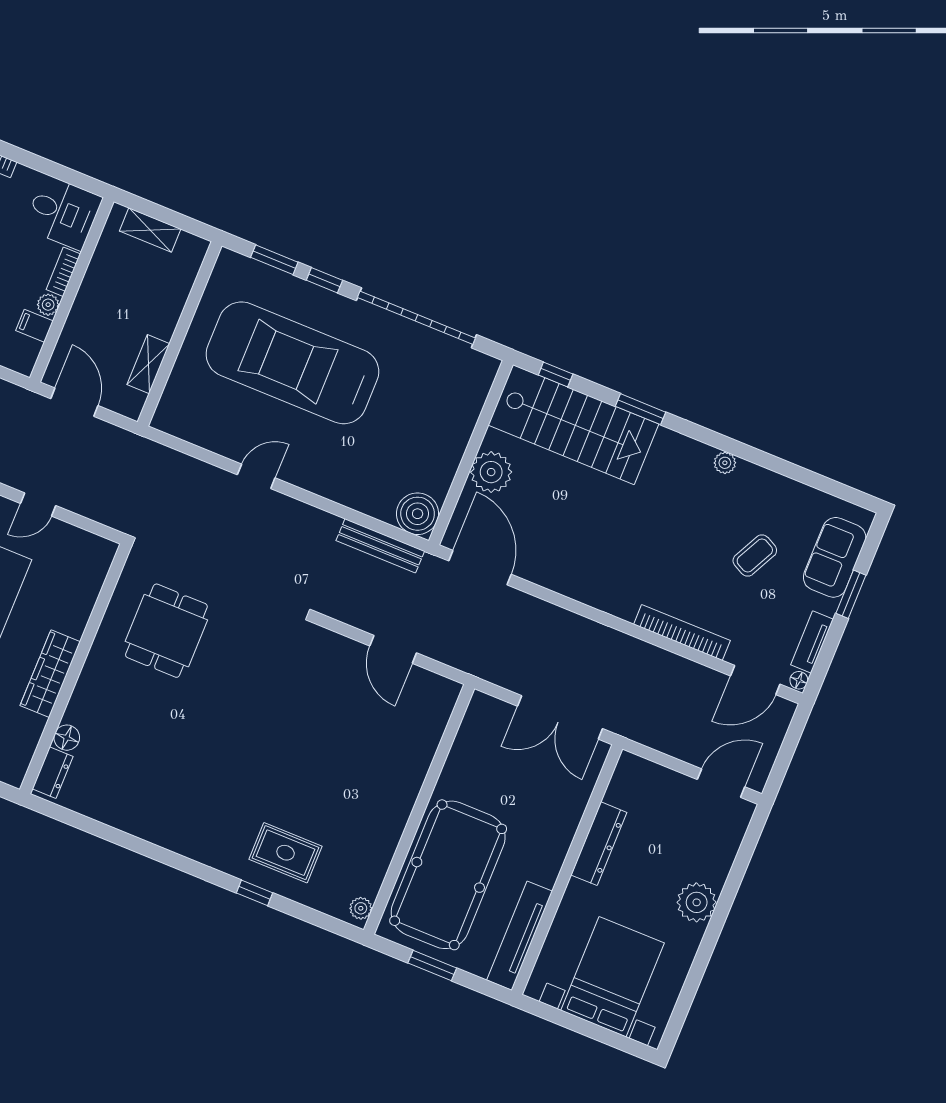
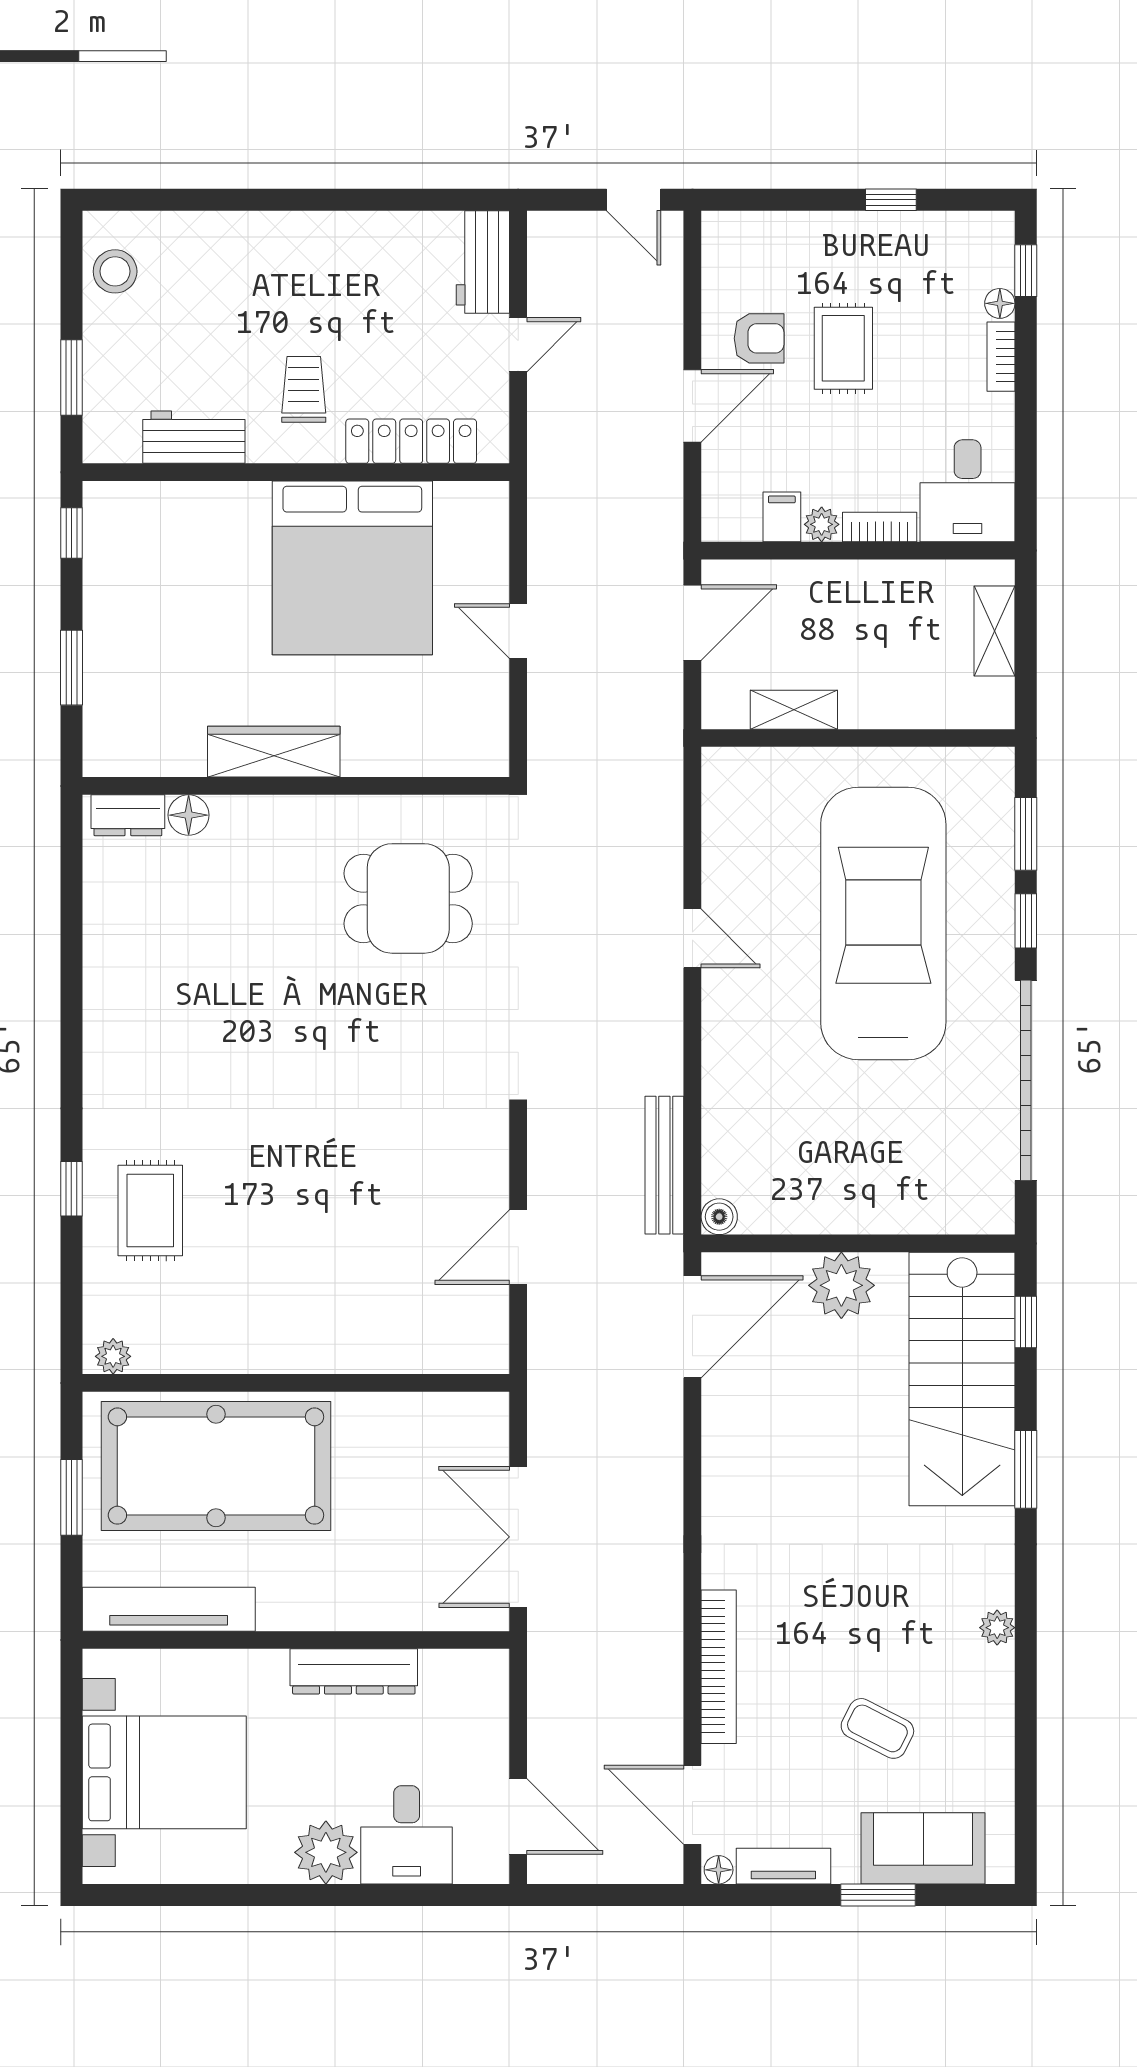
boiler: (418, 514) -> (719, 1217), width x0.54, depth x0.54
desk: (705, 852) -> (407, 1835), added

